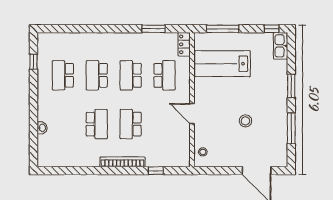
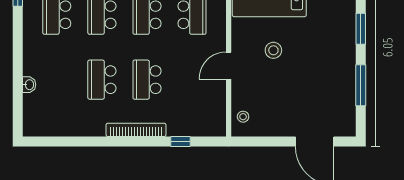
door: (192, 113) -> (229, 66), hinge flipped
stool: (245, 121) -> (273, 50), moved
school desk: (97, 124) -> (102, 80), turned 180

